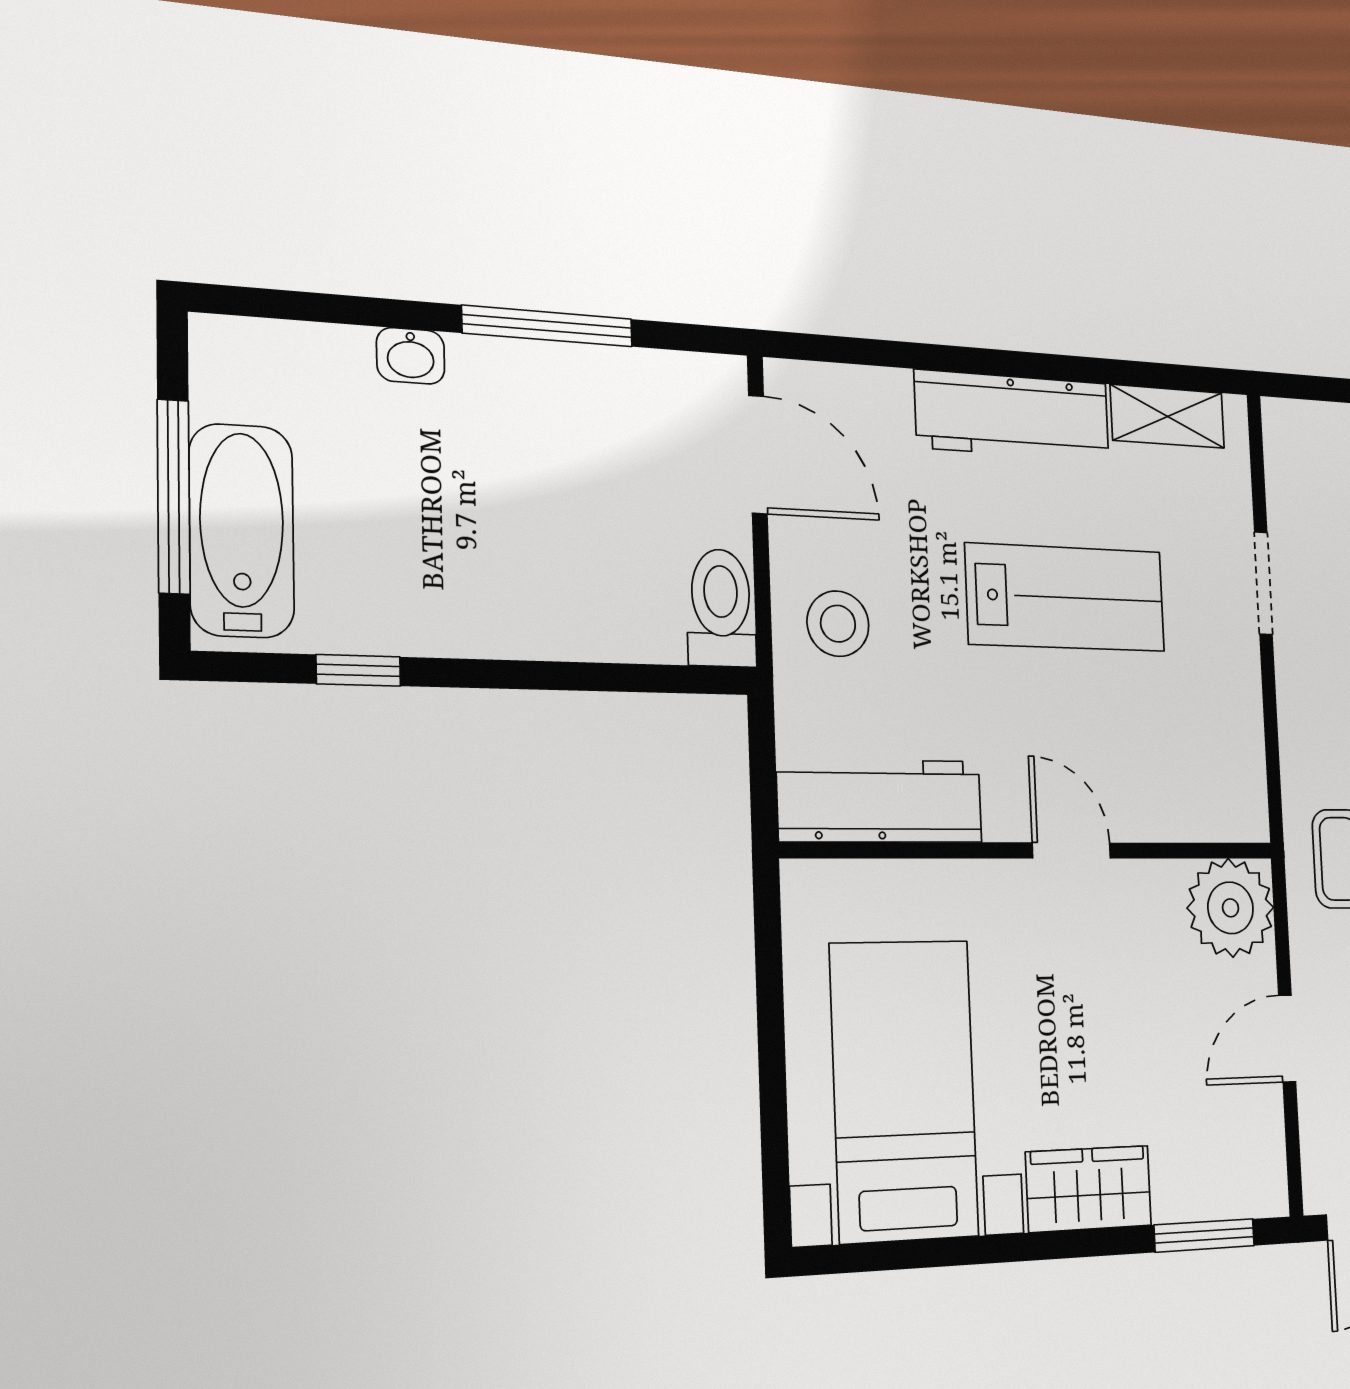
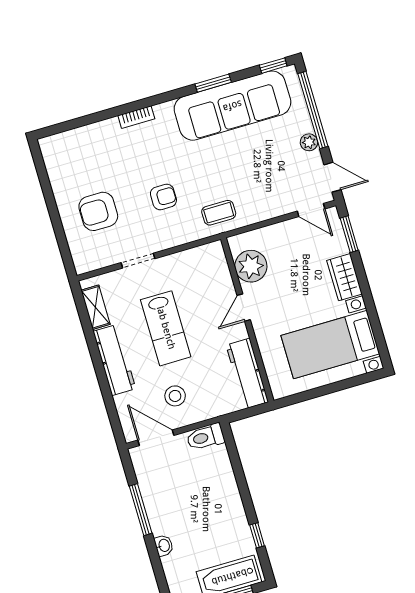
door: (758, 455) -> (156, 438), hinge flipped
lab bench: (1066, 598) -> (166, 328), turned 180
stool: (838, 624) -> (175, 396), moved
plant: (1231, 908) -> (251, 266), moved
door: (1287, 1038) -> (311, 210), moved

